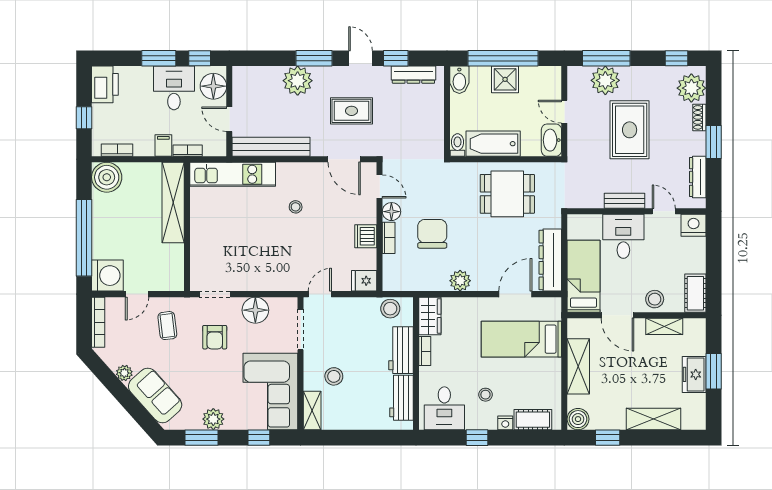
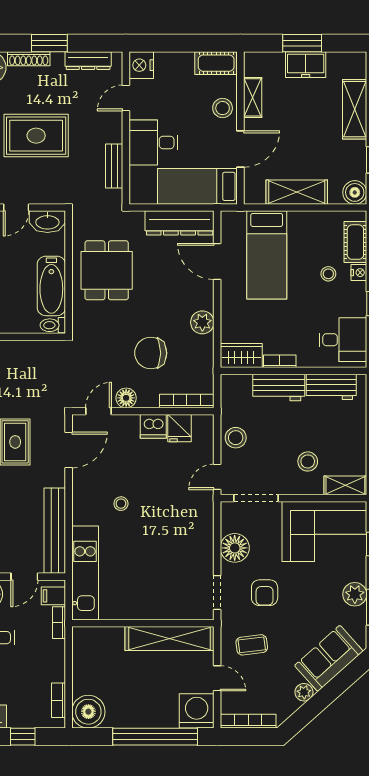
shoe rack: (699, 117) -> (29, 59), width x1.43
filing cabinet: (163, 146) -> (53, 596), moved
bench: (624, 201) -> (114, 166), moved
shelving: (173, 203) -> (170, 639), moved
bookcase: (389, 238) -> (187, 401), moved, width x1.56
fridge: (364, 281) -> (179, 428), moved
door: (320, 294) -> (217, 477), hinge flipped
stool: (390, 309) -> (236, 438), moved
armchair: (215, 337) -> (265, 593), turned 90
stool: (485, 395) -> (328, 274), moved

